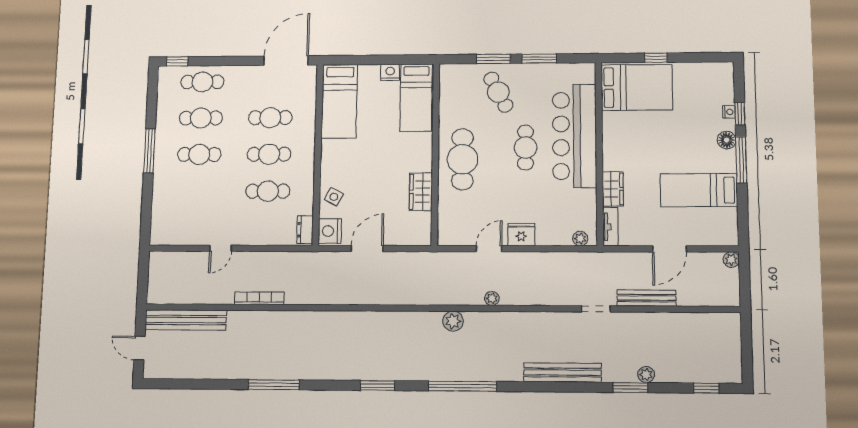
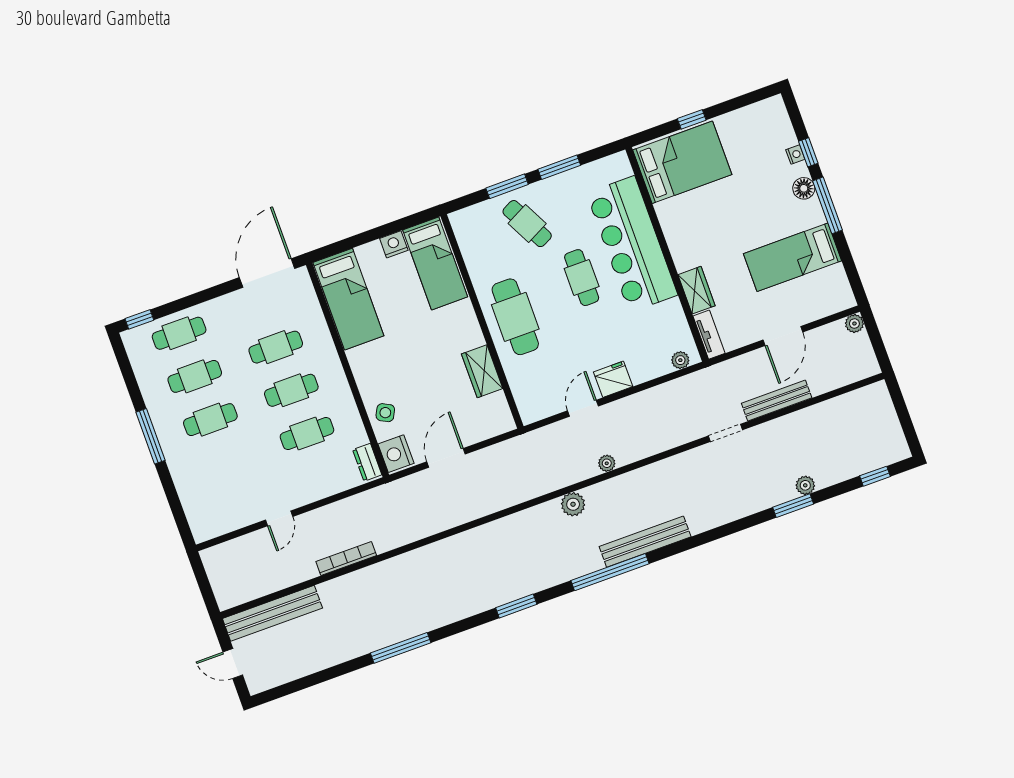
bench: (563, 373) -> (645, 542), moved

